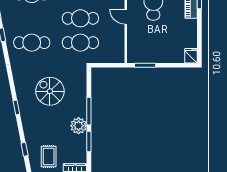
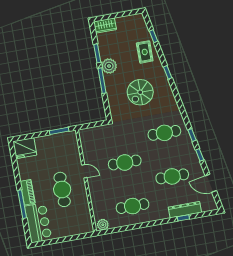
cafe table: (80, 43) -> (121, 141), removed
fridge: (191, 56) -> (25, 148), width x1.88, depth x1.34
spiral stairs: (50, 91) -> (140, 92), turned 90
rug: (49, 157) -> (145, 52), moved

